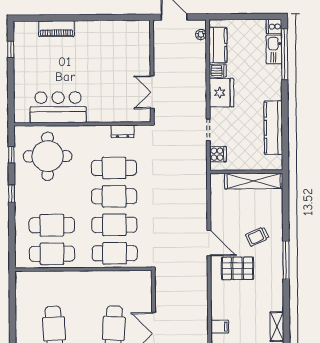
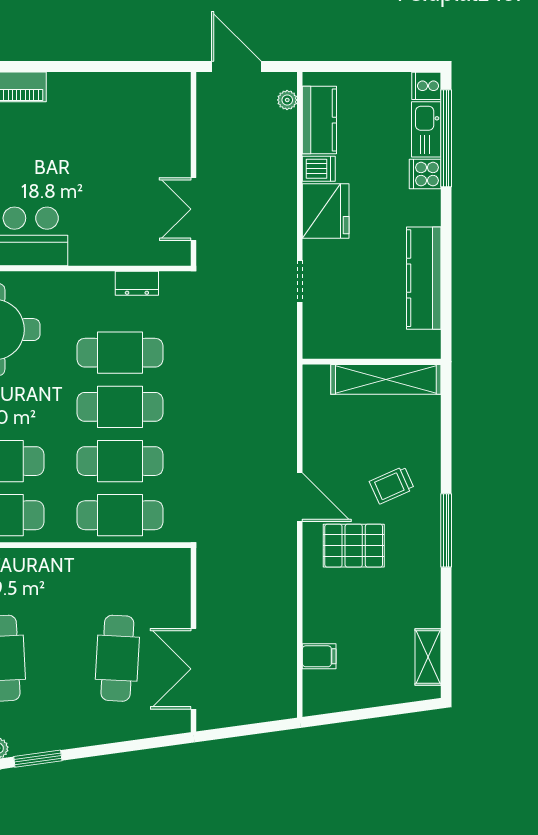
cooker: (218, 154) -> (425, 174), moved, turned 180

